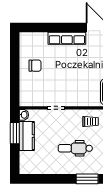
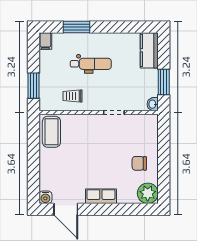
row of seats: (67, 38) -> (101, 196), width x0.68
plant: (28, 41) -> (148, 193), added
kitchen counter: (27, 136) -> (149, 50), moved

